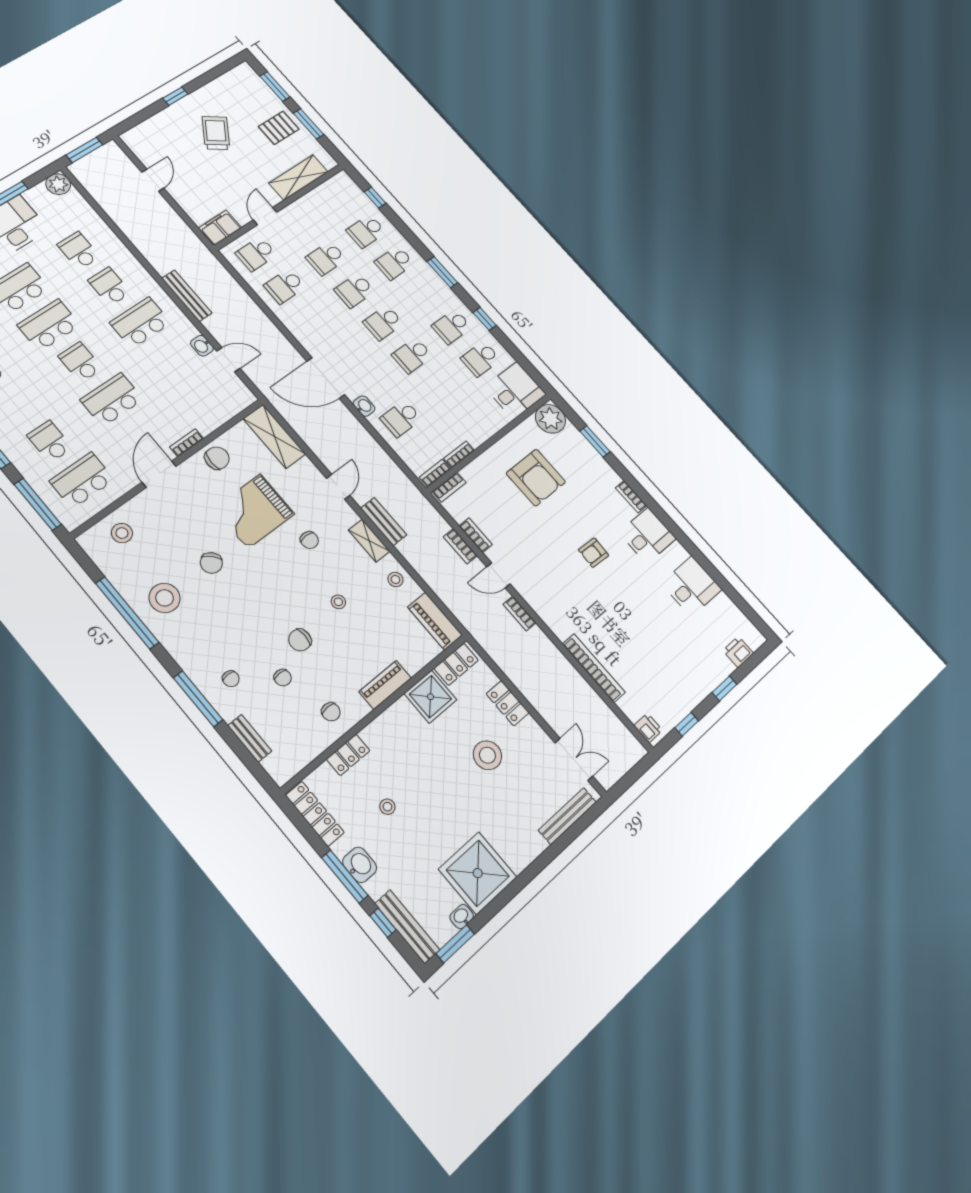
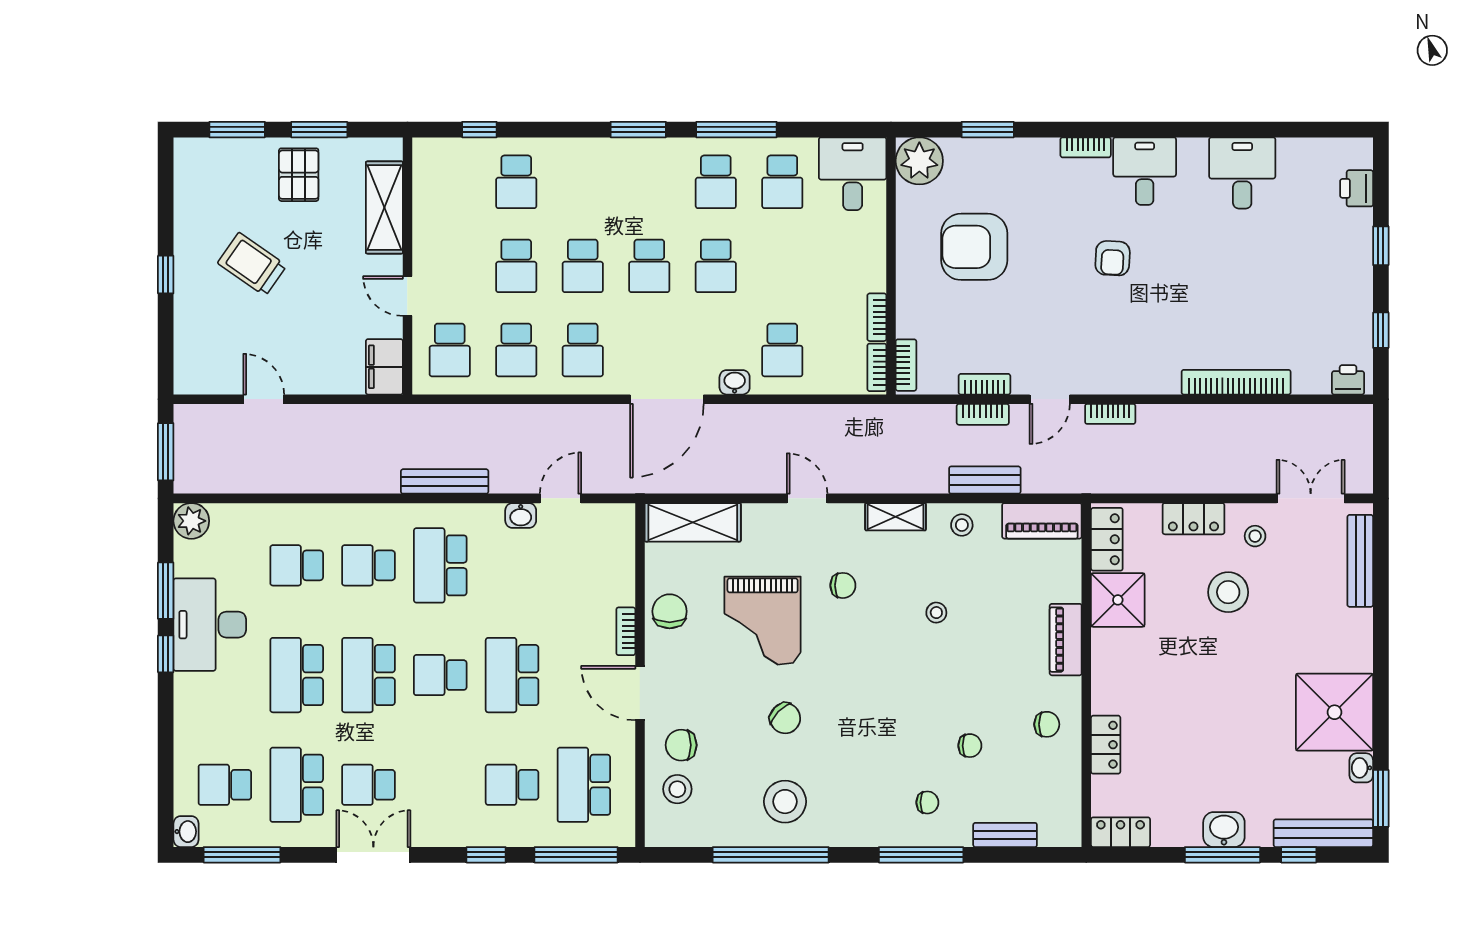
school desk: (394, 263) -> (583, 350), moved
window: (485, 319) -> (736, 130), width x2.17
armchair: (536, 478) -> (974, 247), turned 180
bench: (384, 521) -> (985, 480), moved
chair: (300, 640) -> (681, 745), moved, turned 90
stool: (387, 807) -> (1255, 536), moved
locker: (315, 814) -> (1121, 832), width x0.66

